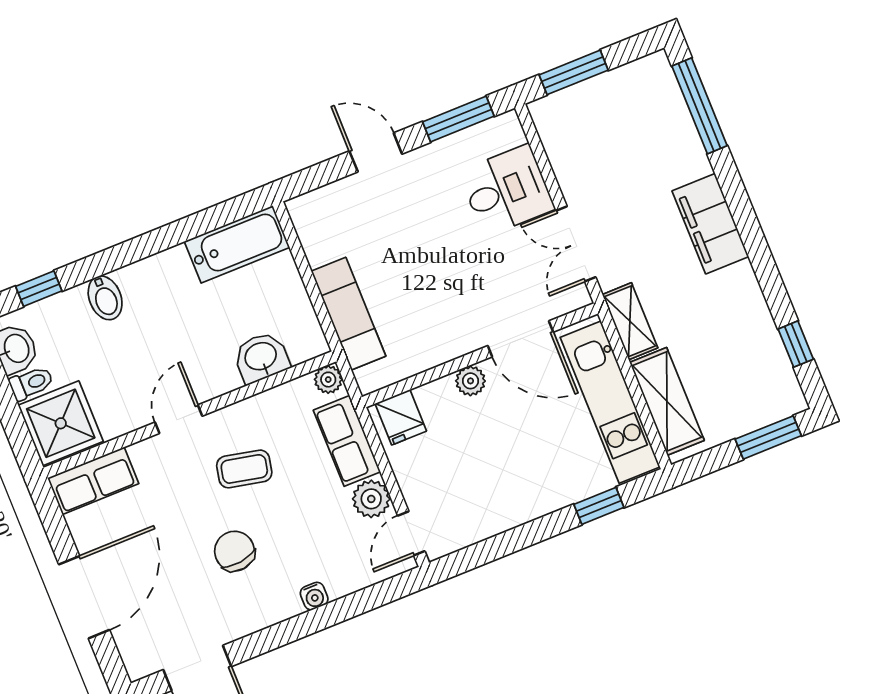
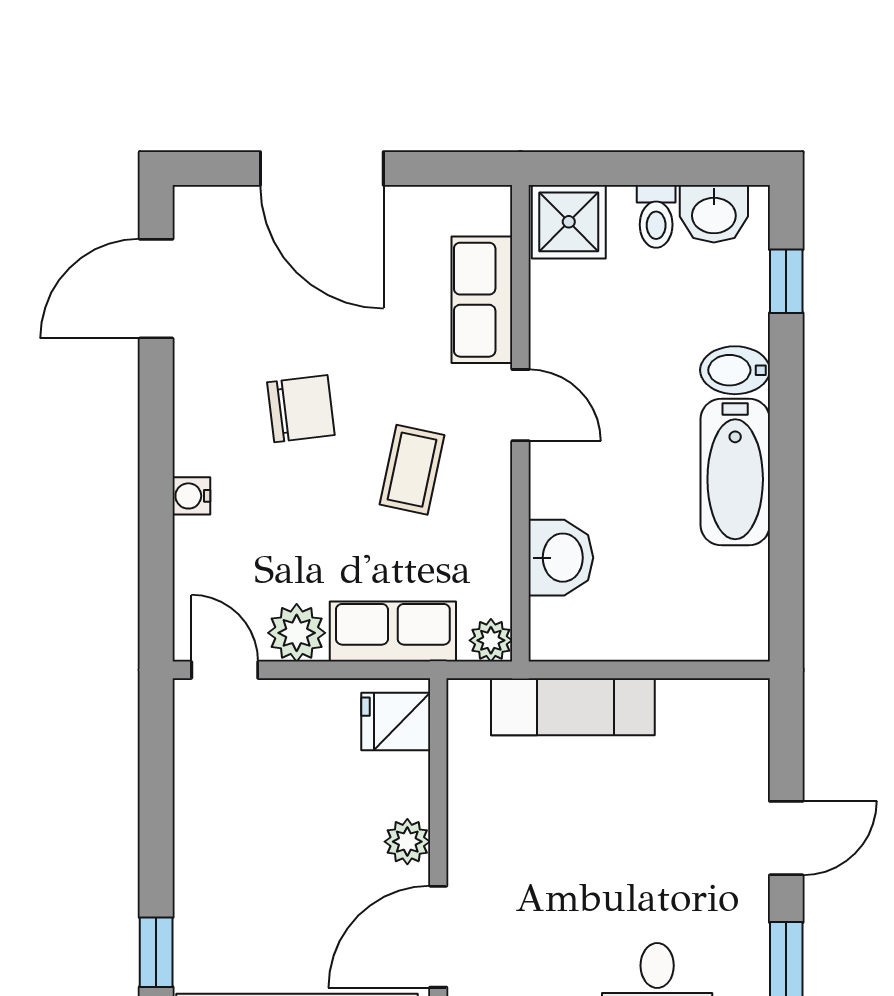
bathtub: (237, 244) -> (735, 472), moved
shower: (61, 423) -> (569, 222), width x0.73, depth x0.73
row of seats: (93, 481) -> (482, 300), moved

